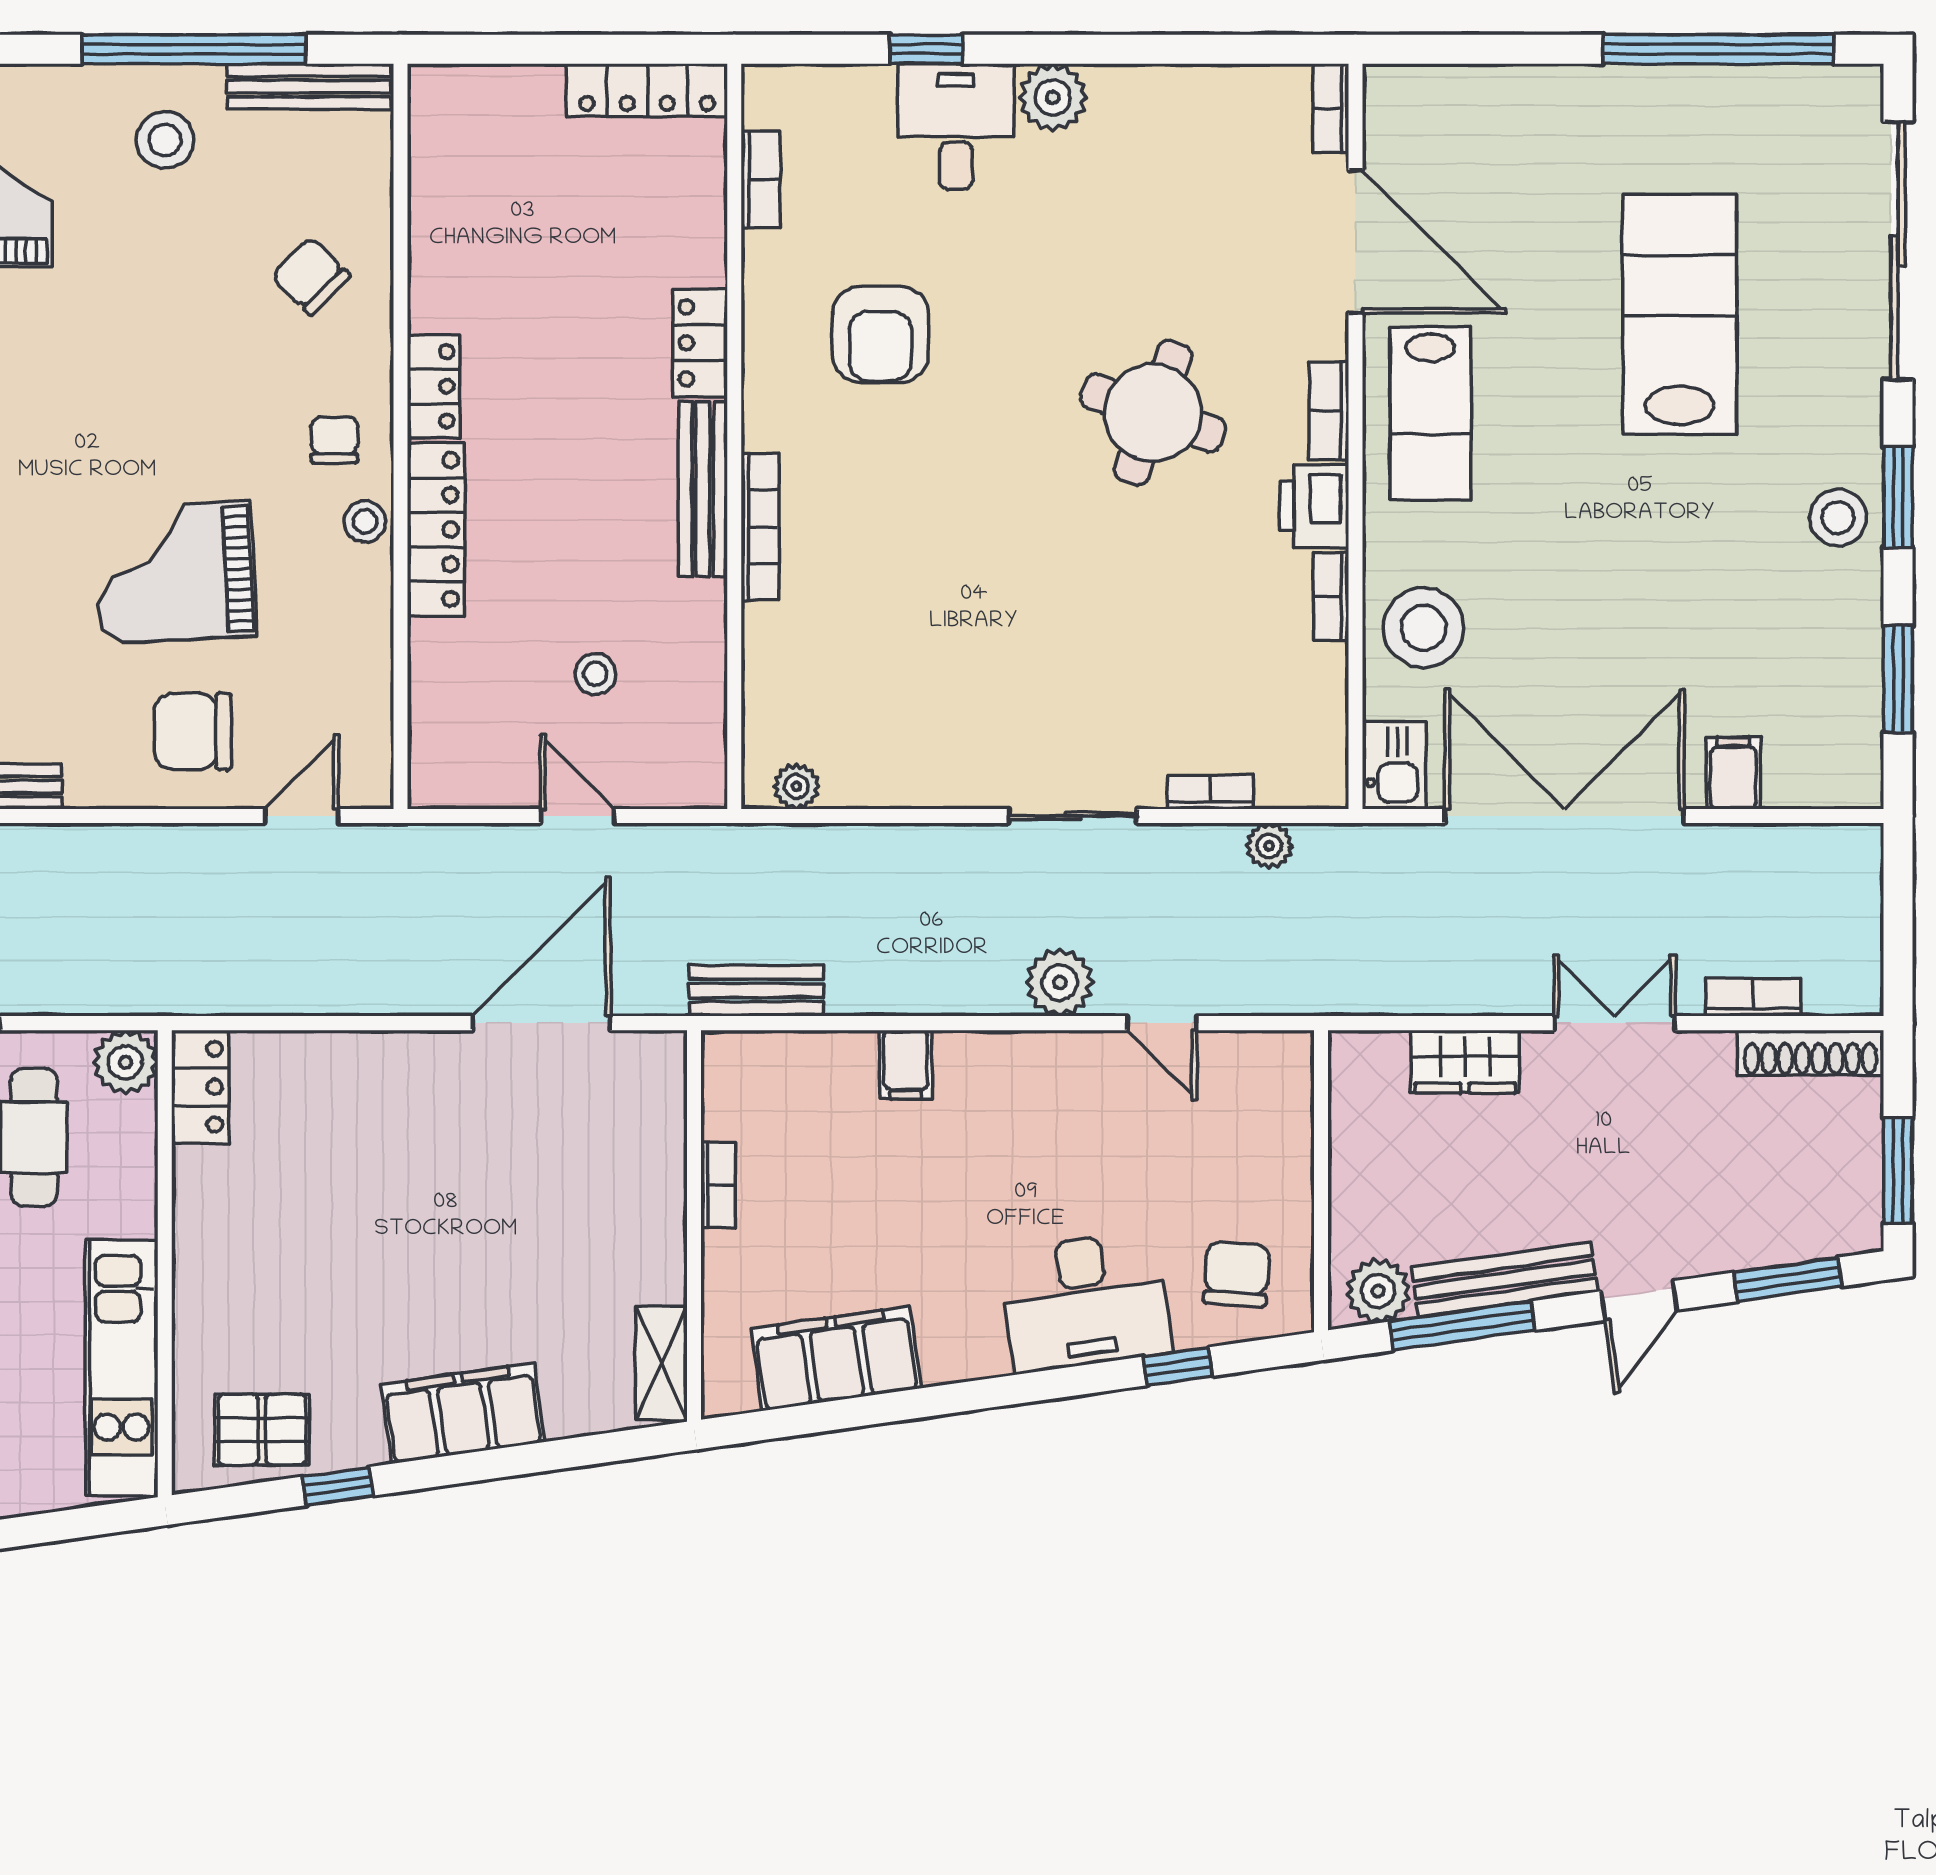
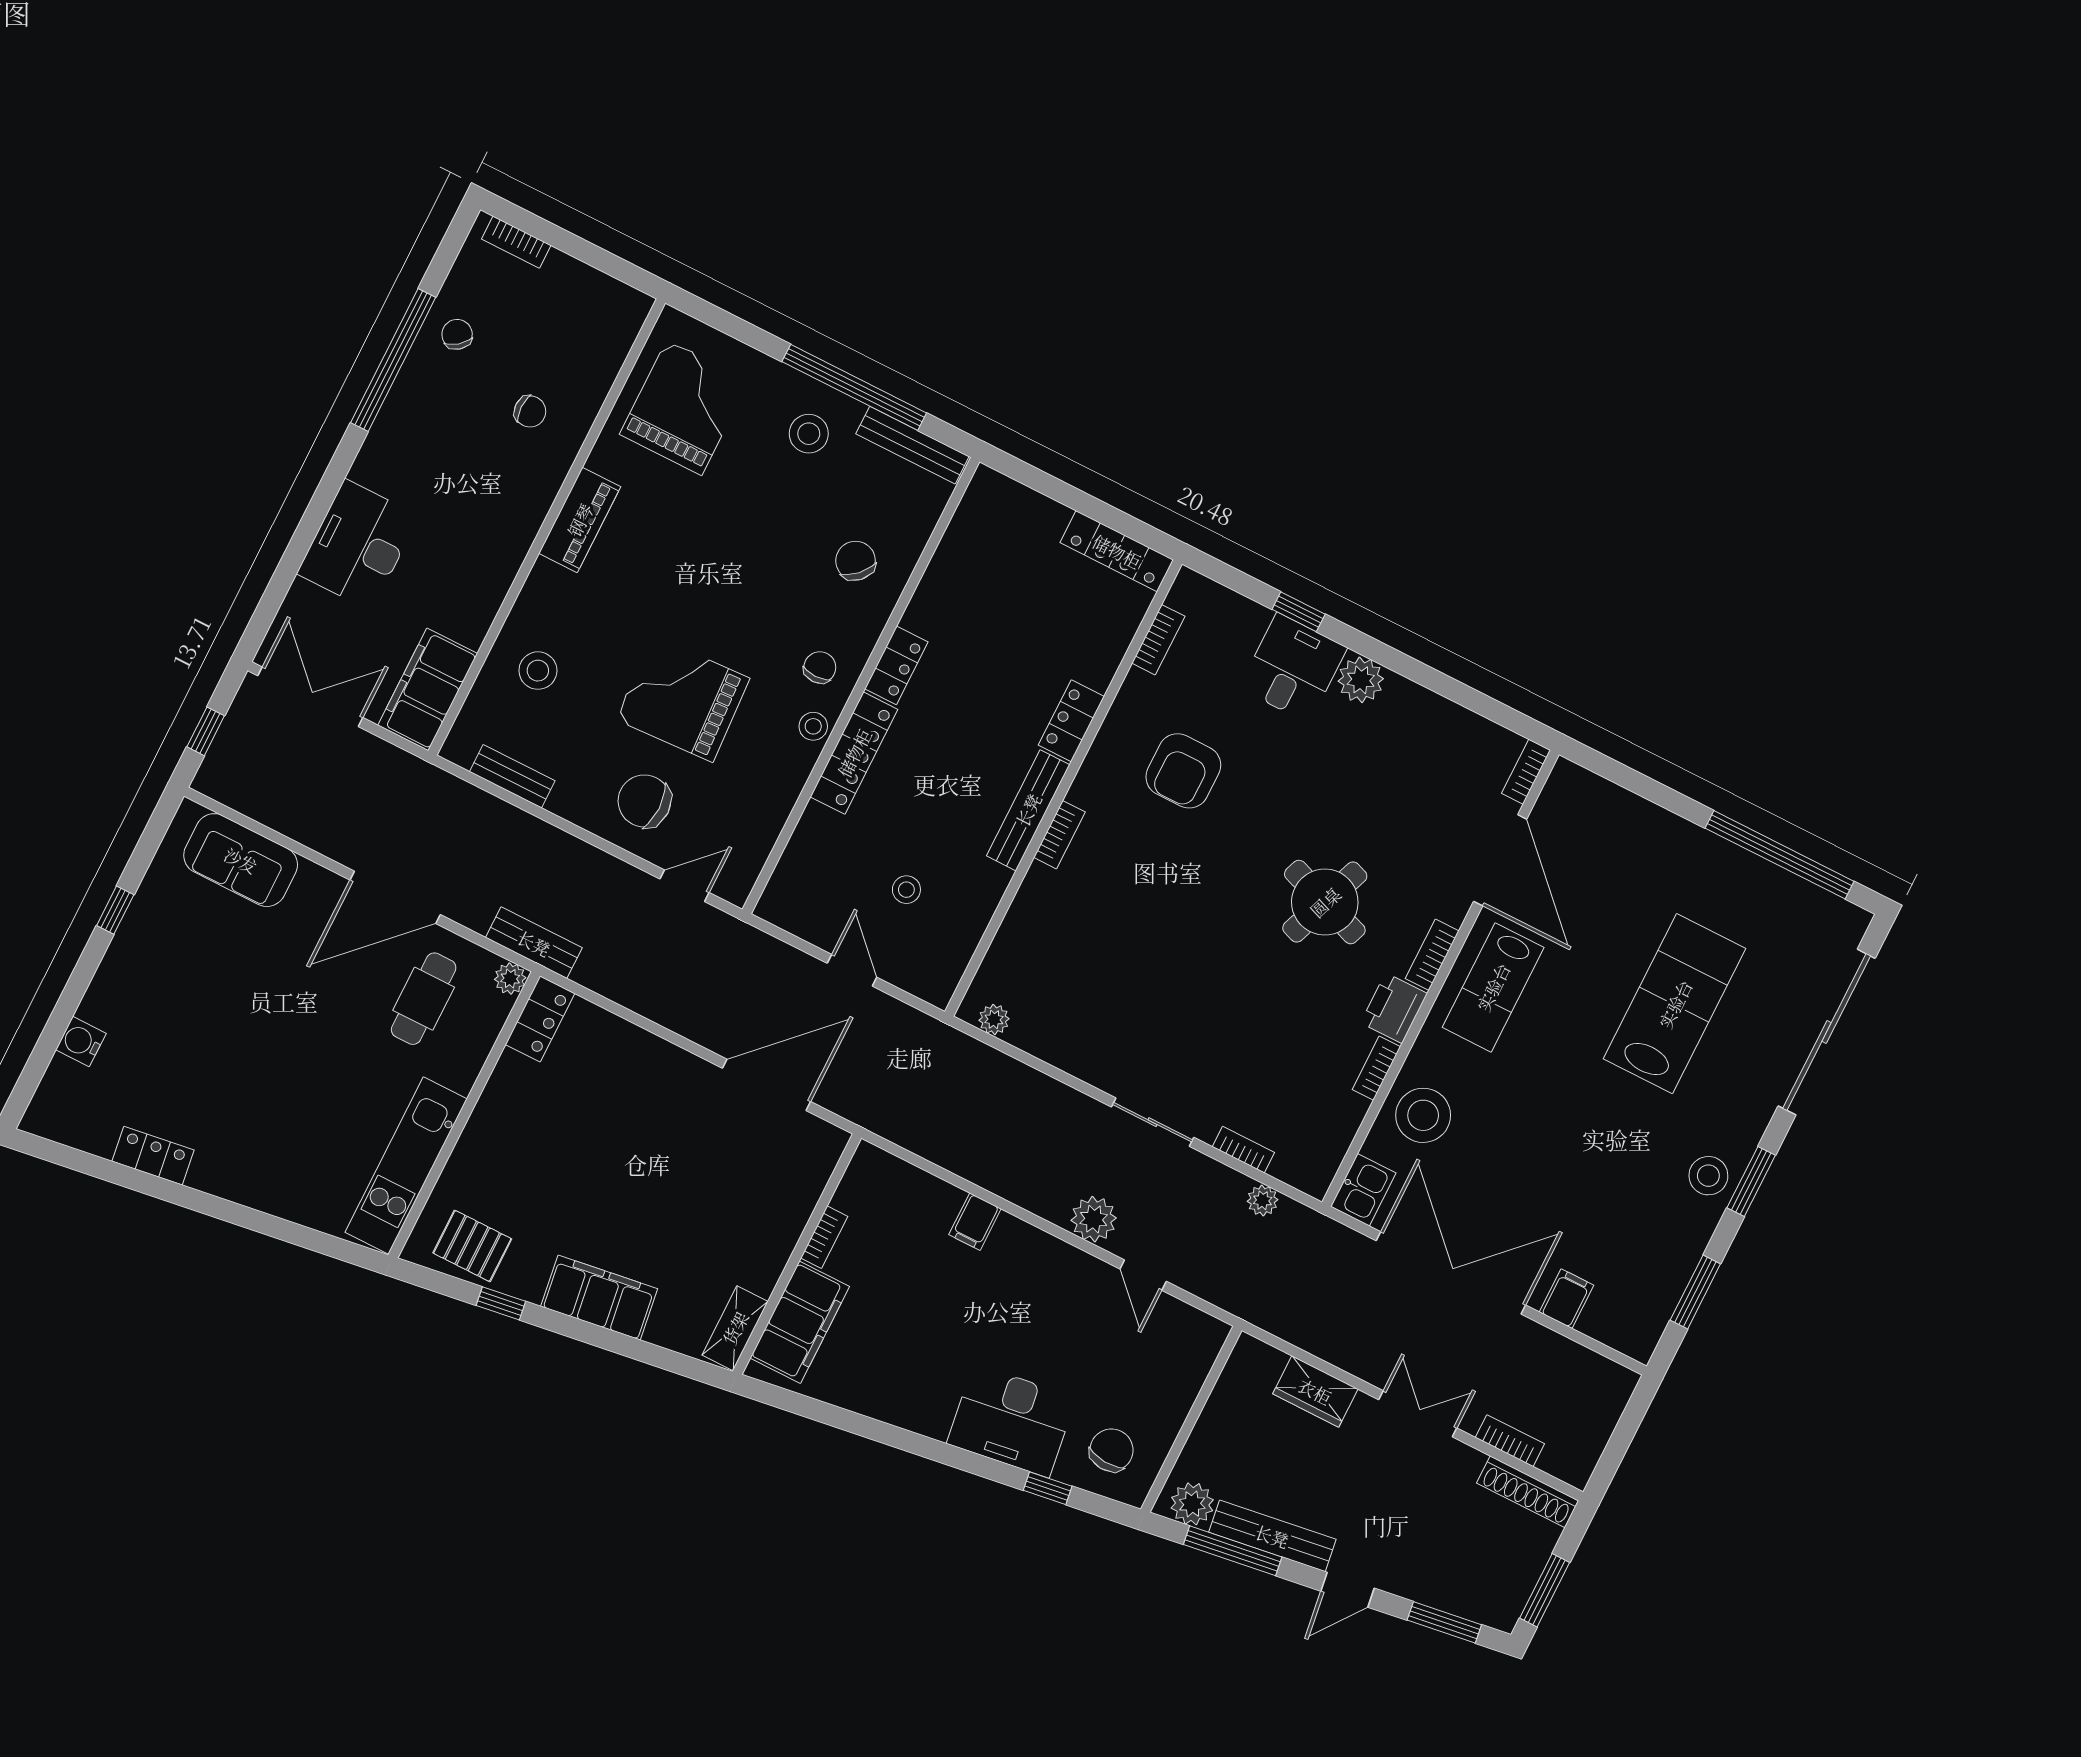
bookcase: (760, 527) -> (1059, 835), width x0.64
bench: (756, 991) -> (534, 943), moved
plant: (126, 1062) -> (510, 979), width x0.73, depth x0.73
filing cabinet: (836, 1358) -> (800, 1322), moved, turned 98

